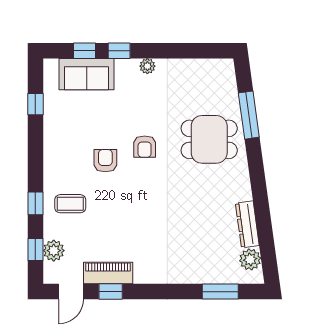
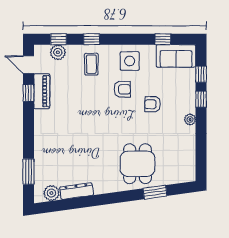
sofa: (87, 74) -> (176, 56), moved, turned -90
window: (249, 115) -> (155, 192), width x0.69
armchair: (145, 147) -> (153, 104), moved
side table: (66, 150) -> (130, 61), added

